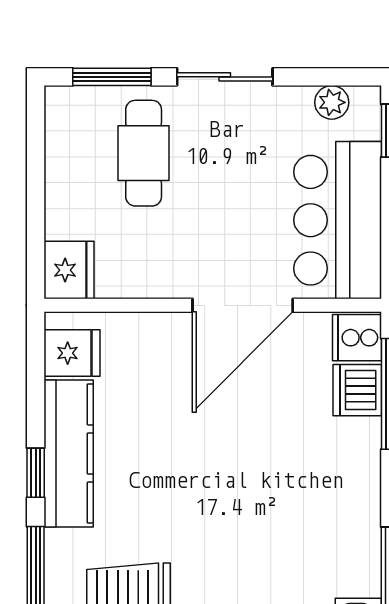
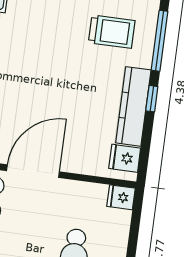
fridge: (69, 270) -> (121, 197), width x0.72

